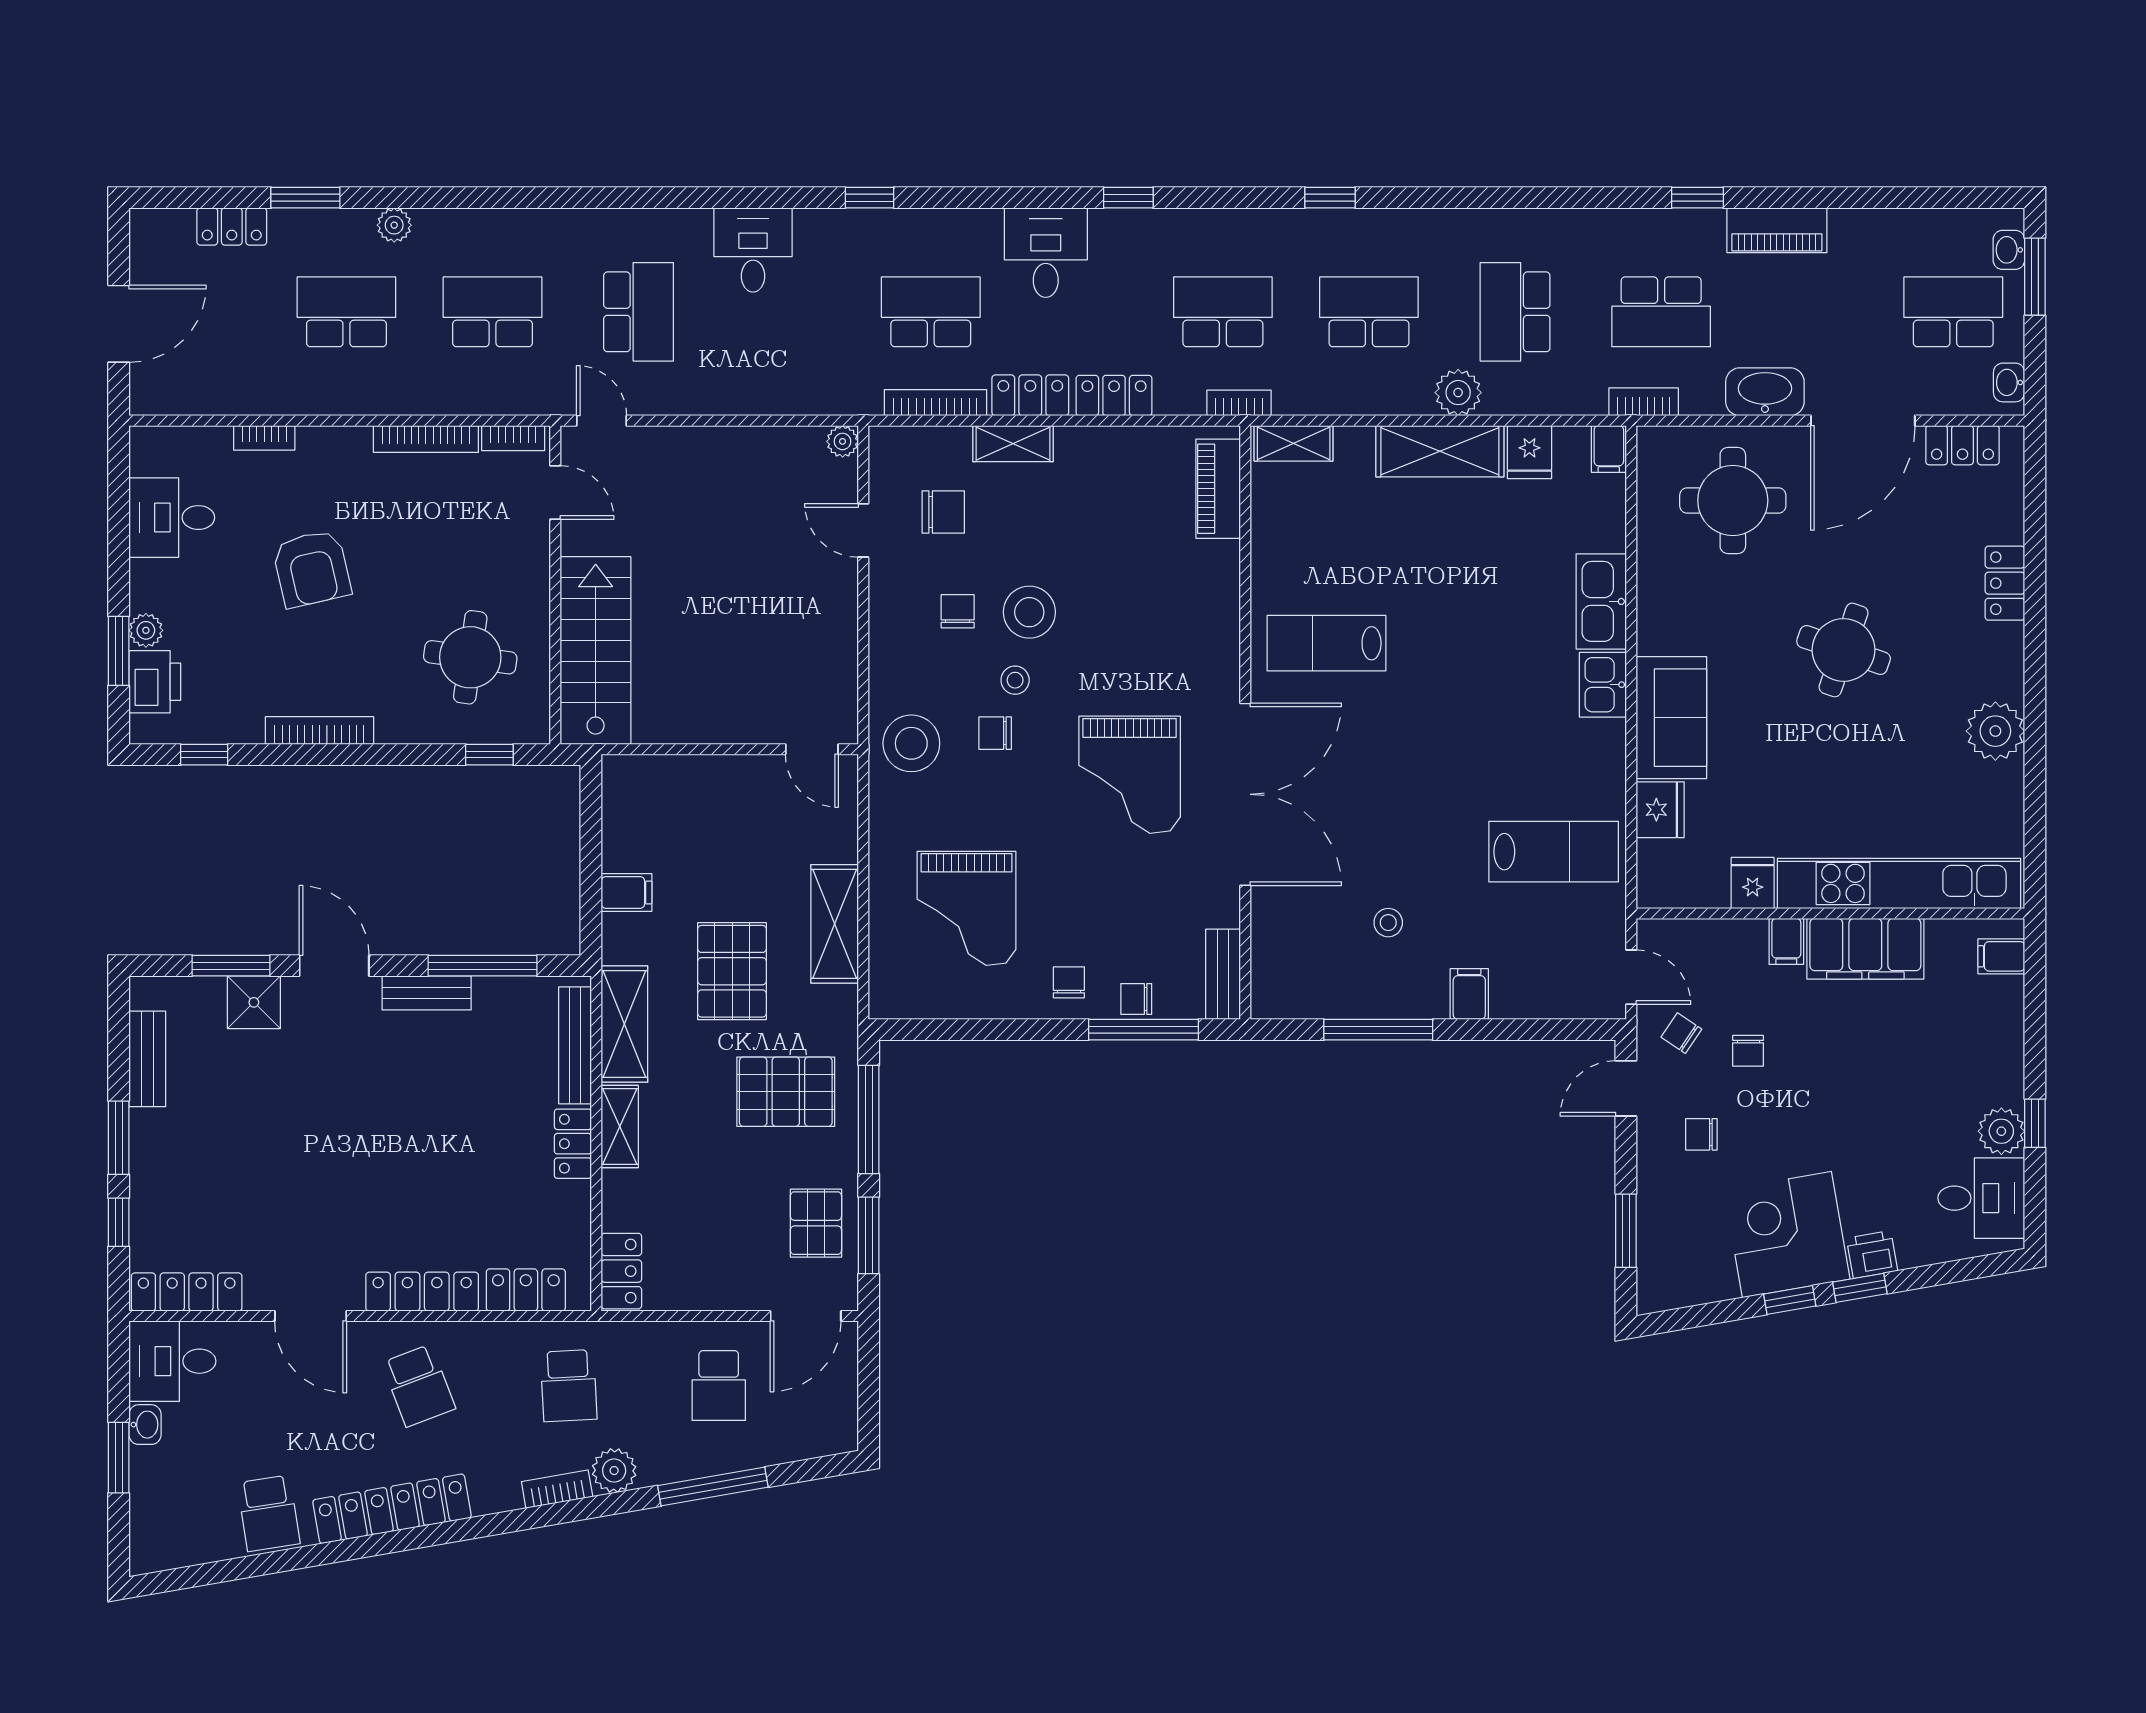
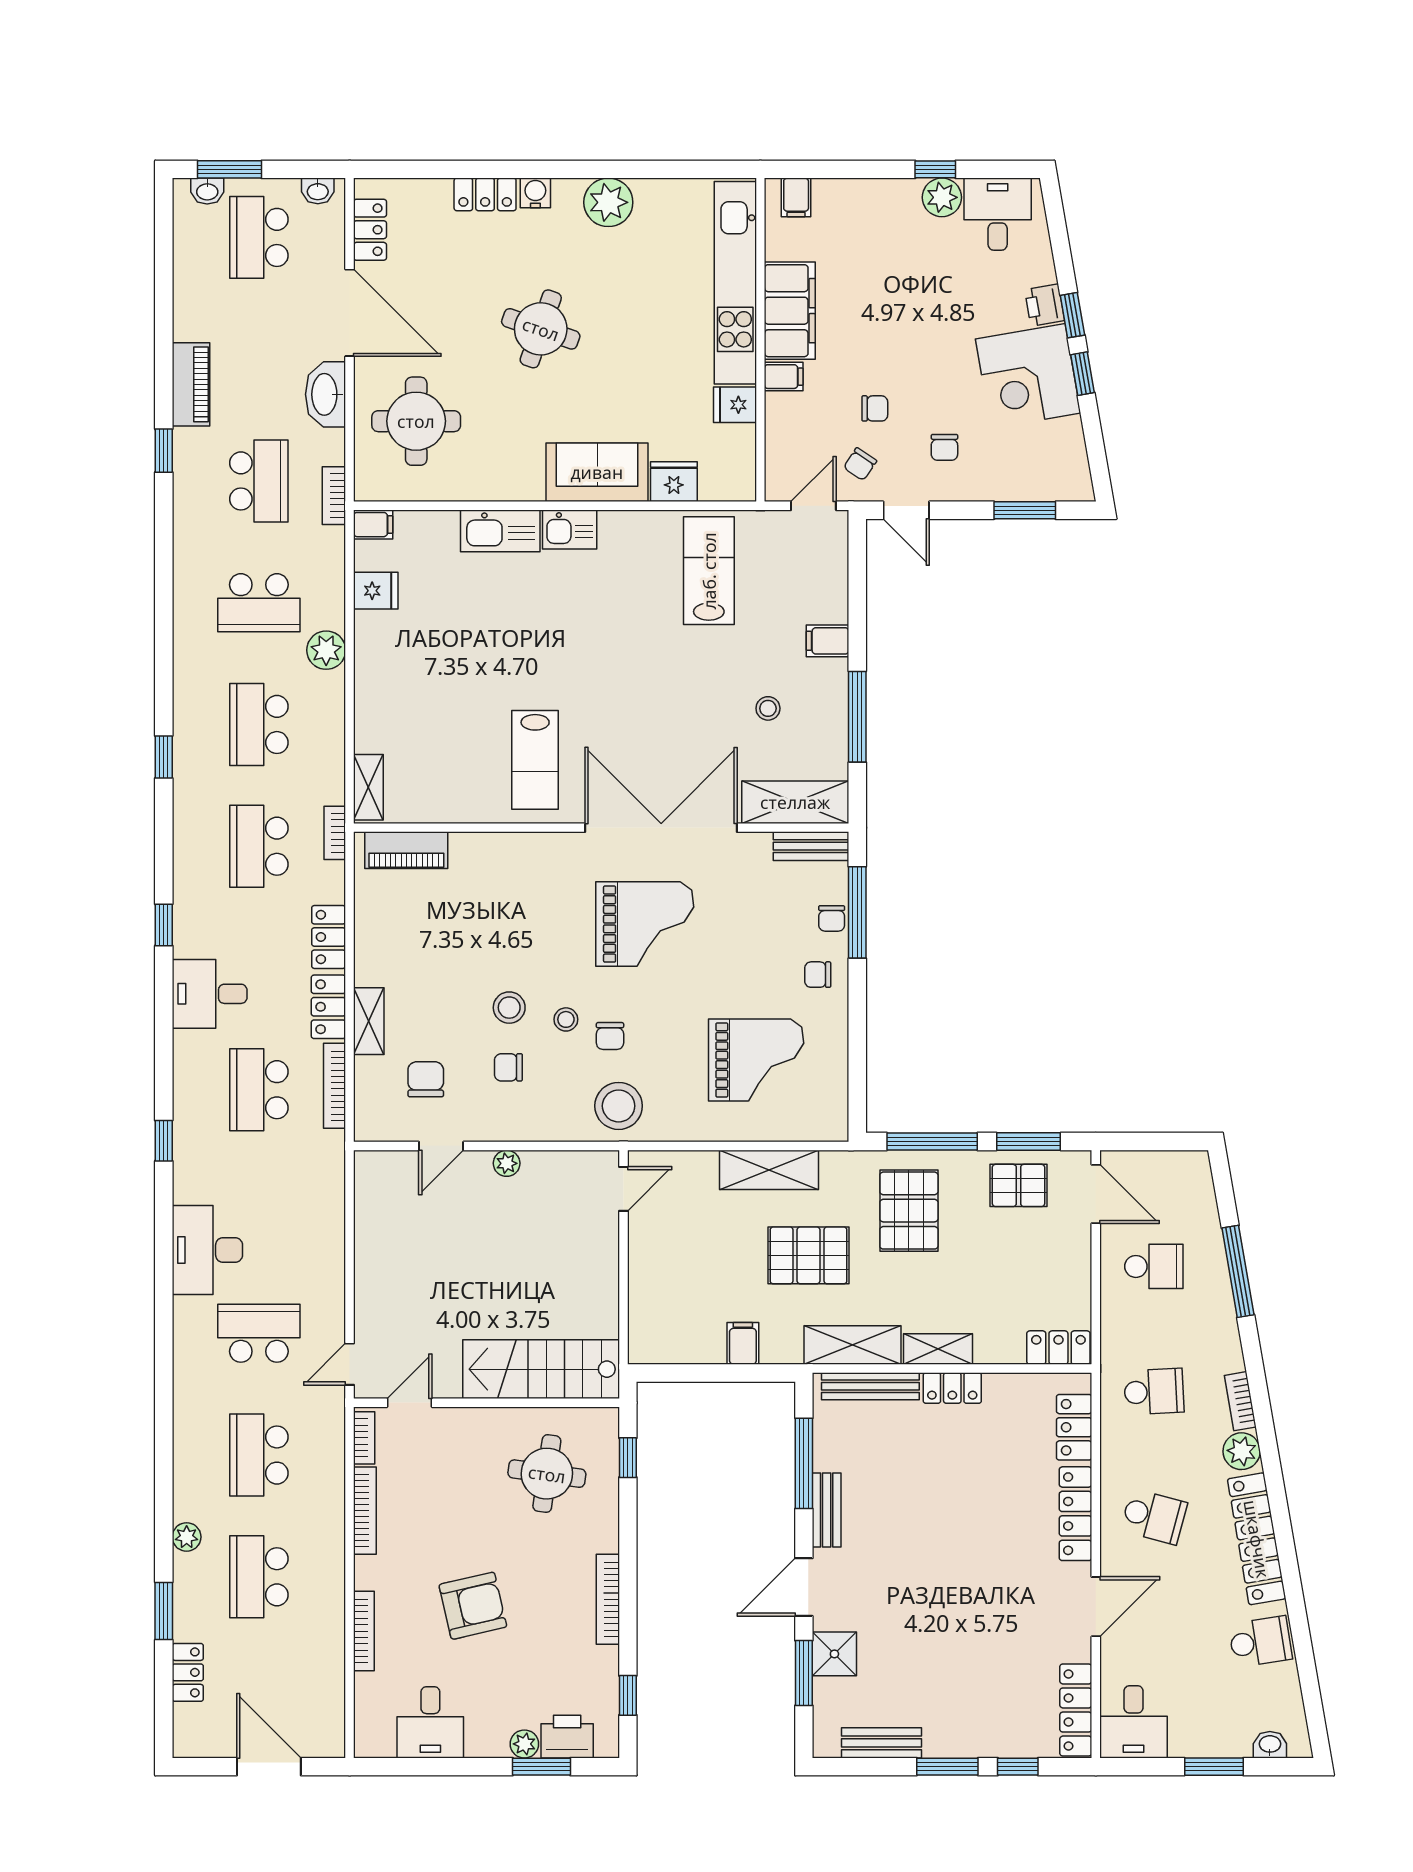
desk: (753, 250) -> (207, 1250), width x1.37
bookcase: (264, 438) -> (364, 1631), width x1.56
plant: (843, 441) -> (507, 1163), moved
shelving: (1440, 451) -> (795, 802), moved, turned 90
stool: (1029, 612) -> (509, 1008), width x0.73, depth x0.73
water cooler: (2007, 644) -> (535, 193), added
school desk: (419, 1386) -> (1154, 1517), turned 36
washbasin: (145, 1425) -> (1270, 1745), moved
plant: (614, 1471) -> (1242, 1451), moved

